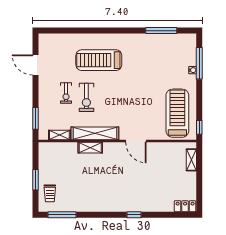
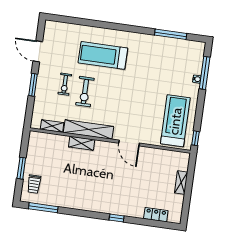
window: (36, 118) -> (33, 85), moved
shelving: (191, 160) -> (181, 183), moved
locker: (185, 206) -> (156, 215), moved

